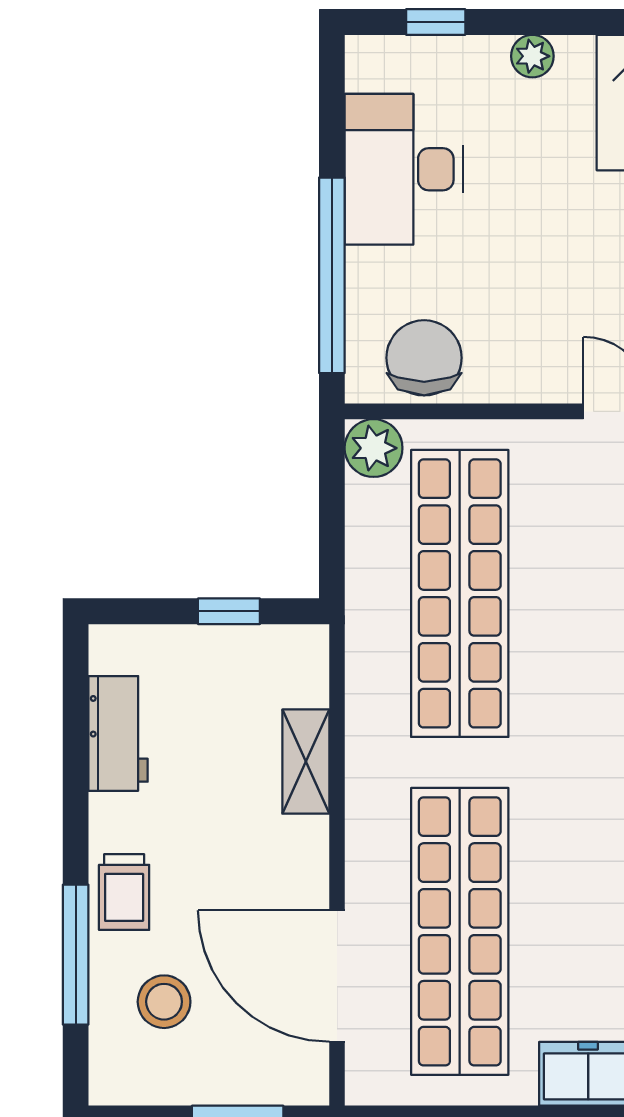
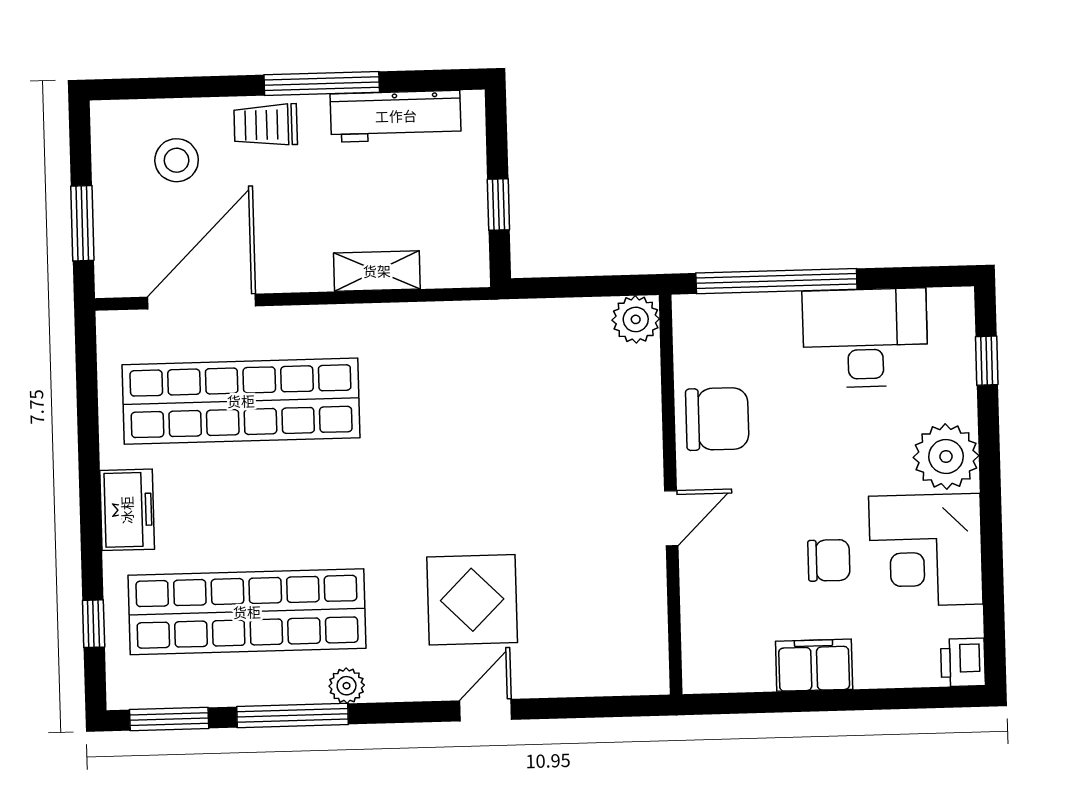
plant: (532, 56) -> (946, 456), width x1.88, depth x1.88
chair: (424, 358) -> (717, 419), moved
shop shelf: (460, 593) -> (518, 393), removed
workbench: (118, 733) -> (396, 116), width x1.38
window: (76, 955) -> (322, 84), moved

